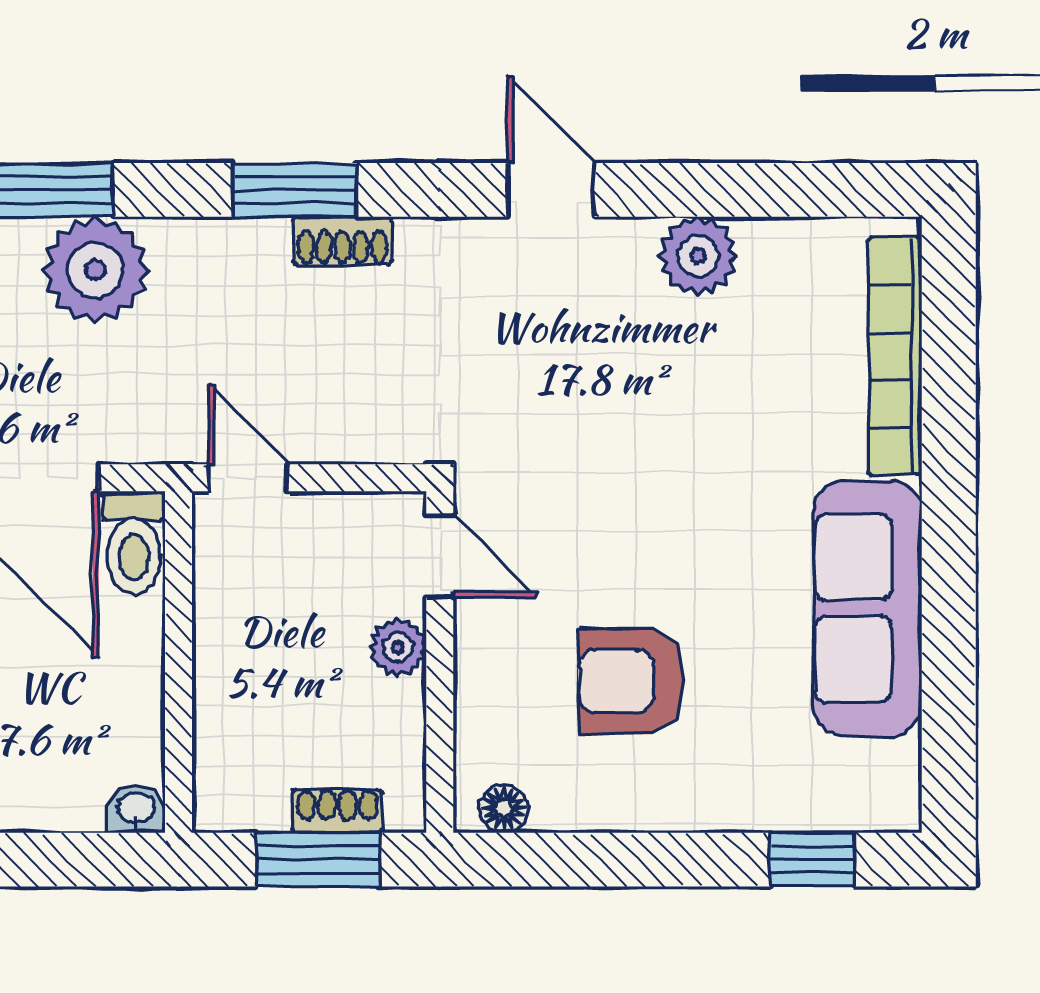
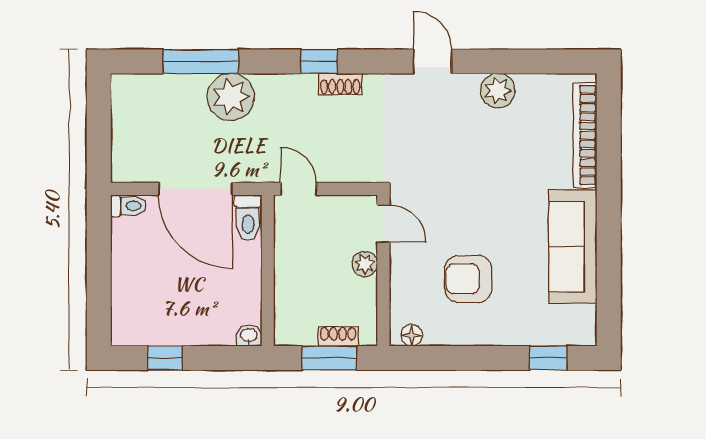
window: (295, 190) -> (319, 61), width x0.67

